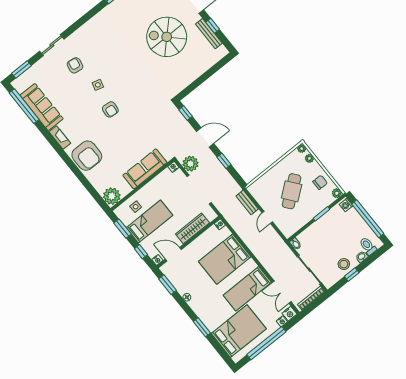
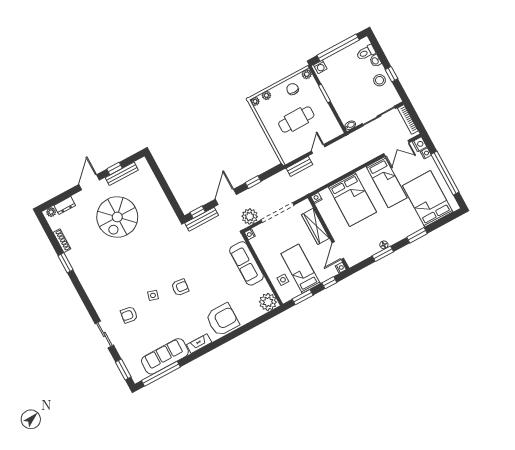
bench: (179, 118) -> (202, 219), added
cafe table: (292, 191) -> (296, 119), turned -52
door: (267, 217) -> (318, 149), swing flipped
window: (168, 285) -> (383, 254), moved

